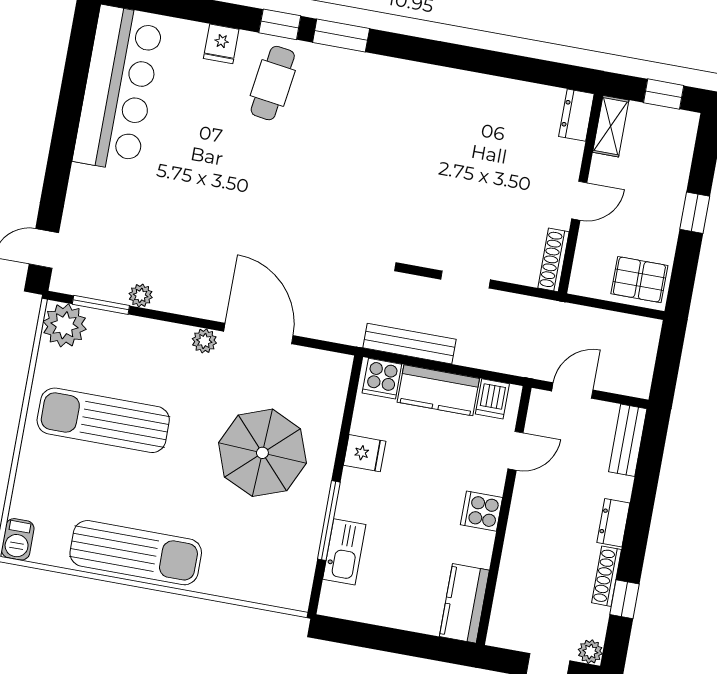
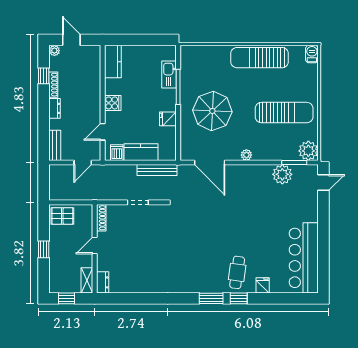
plant: (141, 295) -> (282, 174), width x1.88, depth x1.88
door: (258, 333) -> (210, 162), moved
cooker: (382, 379) -> (166, 153), removed

